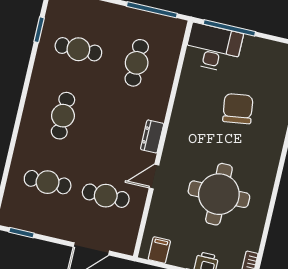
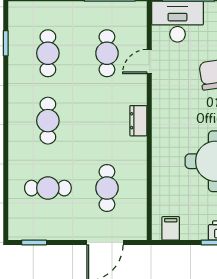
cafe table: (78, 49) -> (48, 53), turned 90
door: (154, 177) -> (149, 62), moved
cafe table: (106, 196) -> (107, 188), turned 90

